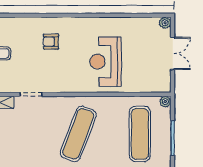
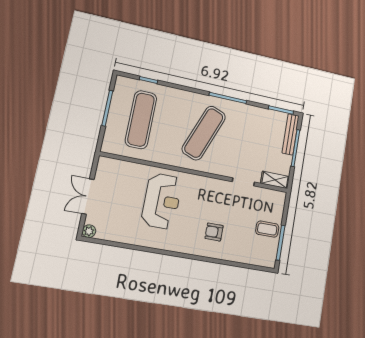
armchair: (51, 42) -> (214, 232), turned 180
plant: (165, 102) -> (107, 147), removed

